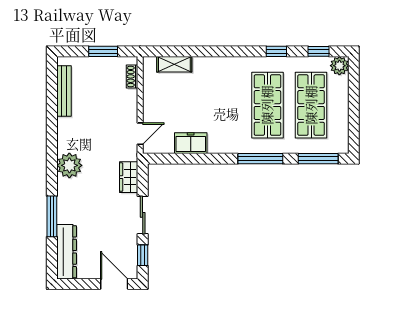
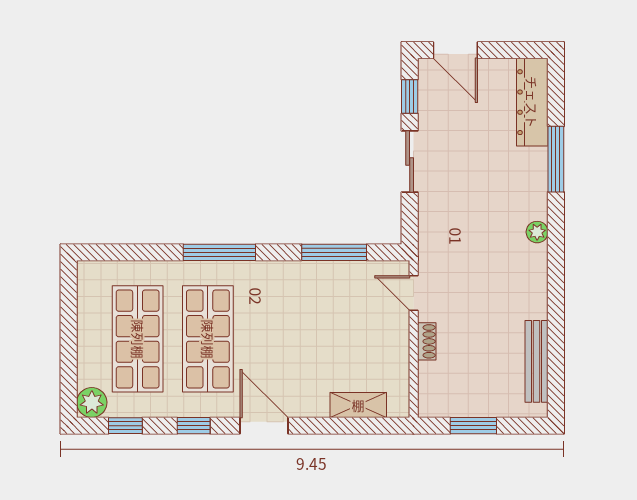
door: (233, 51) -> (264, 426), added
shoe rack: (132, 76) -> (427, 341), moved
door: (140, 134) -> (414, 293), hinge flipped
freezer: (191, 143) -> (332, 277), removed
window: (318, 159) -> (334, 252), moved
plant: (69, 165) -> (537, 232), width x0.53, depth x0.53
wardrobe: (129, 177) -> (432, 223), removed

